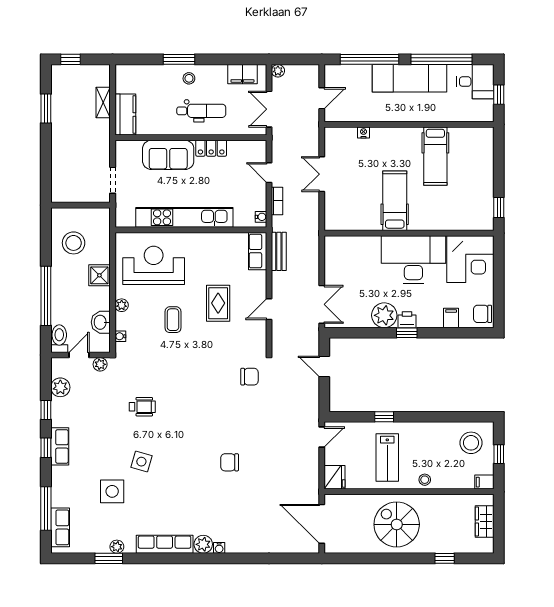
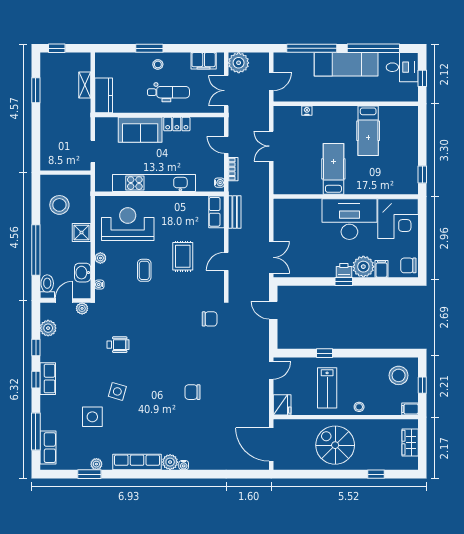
plant: (278, 71) -> (239, 63), width x1.88, depth x1.88
plant: (384, 315) -> (363, 267), moved

